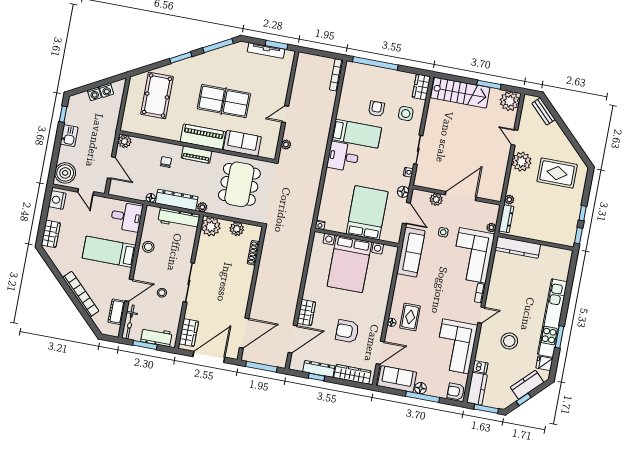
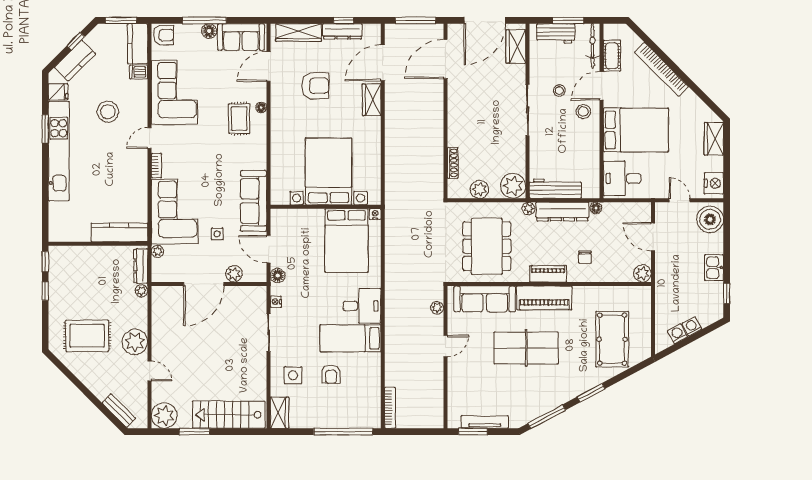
sofa: (242, 143) -> (485, 299), width x1.36
bed: (367, 213) -> (347, 241), moved
stool: (148, 247) -> (583, 111), moved
bed: (109, 252) -> (636, 130), width x1.50

